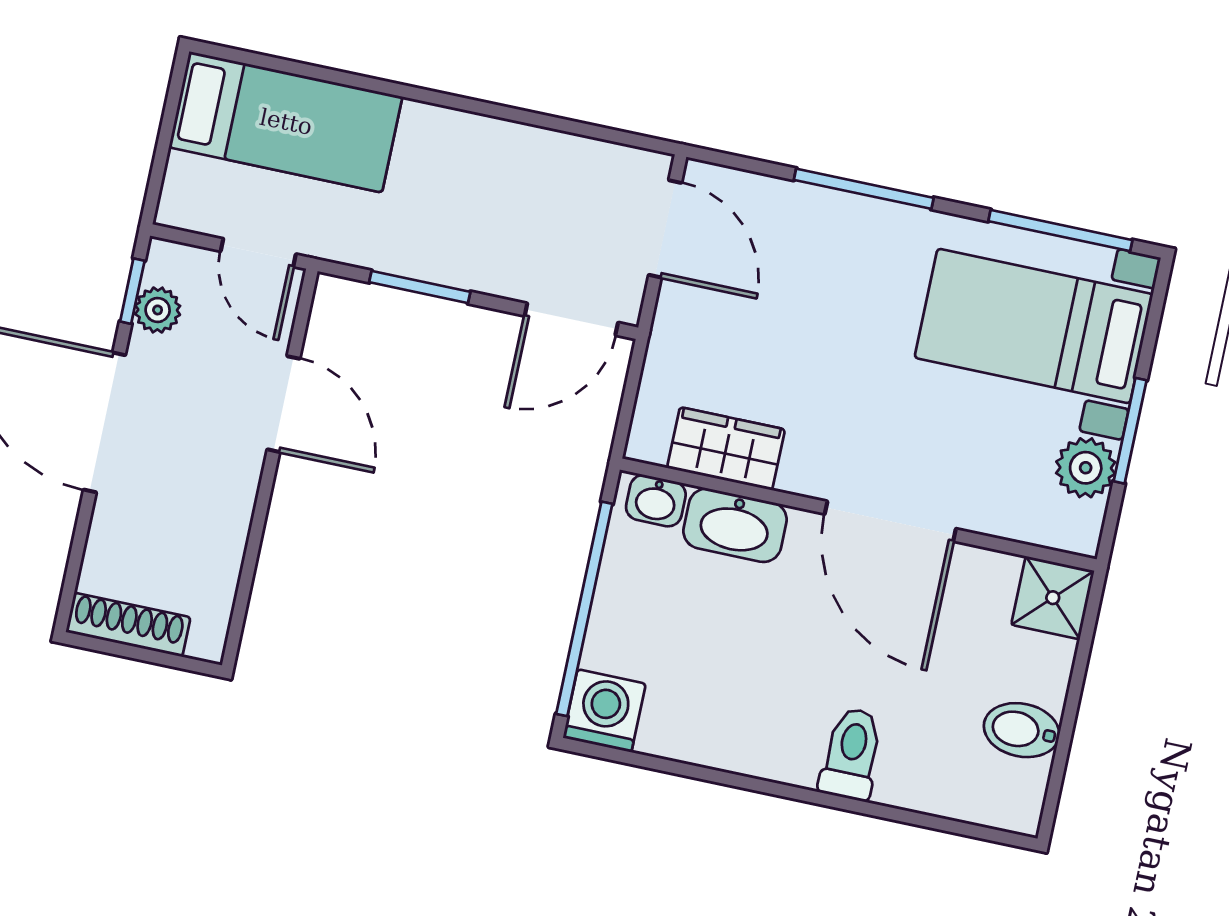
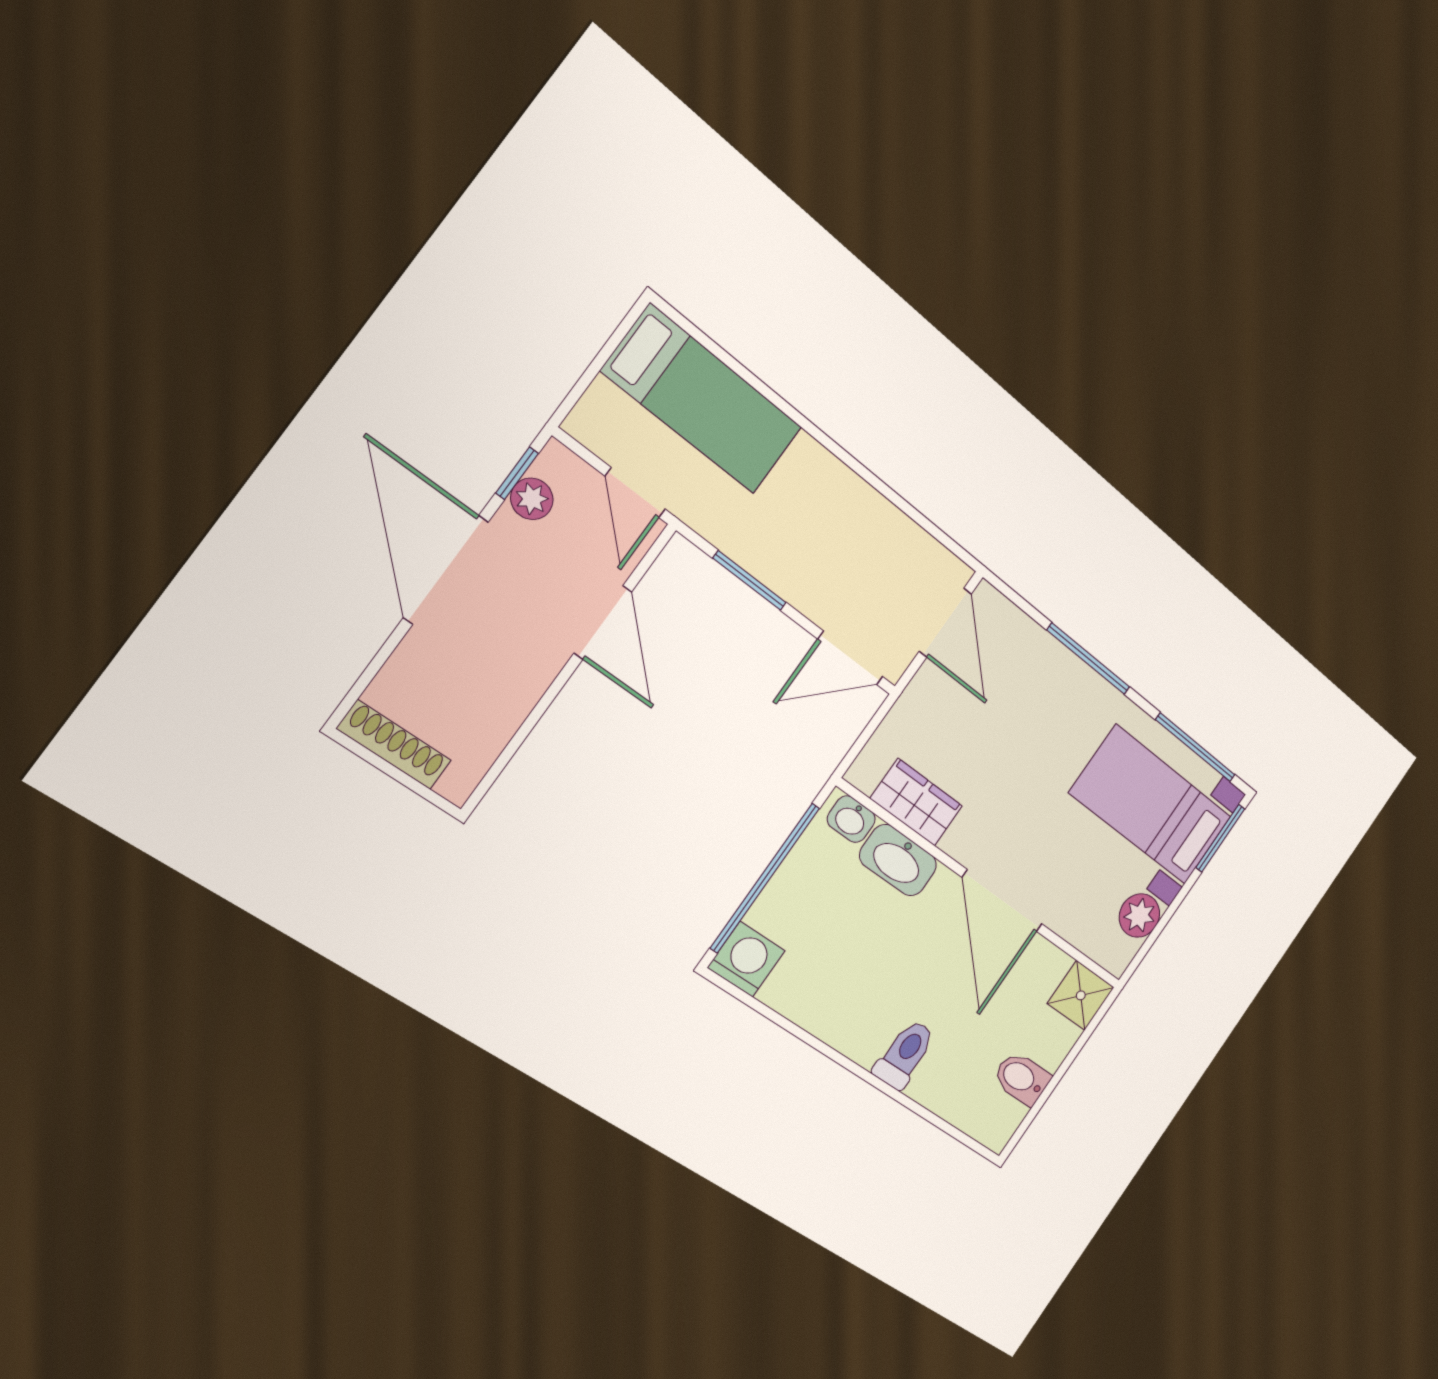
window: (1130, 431) -> (1220, 838), moved

